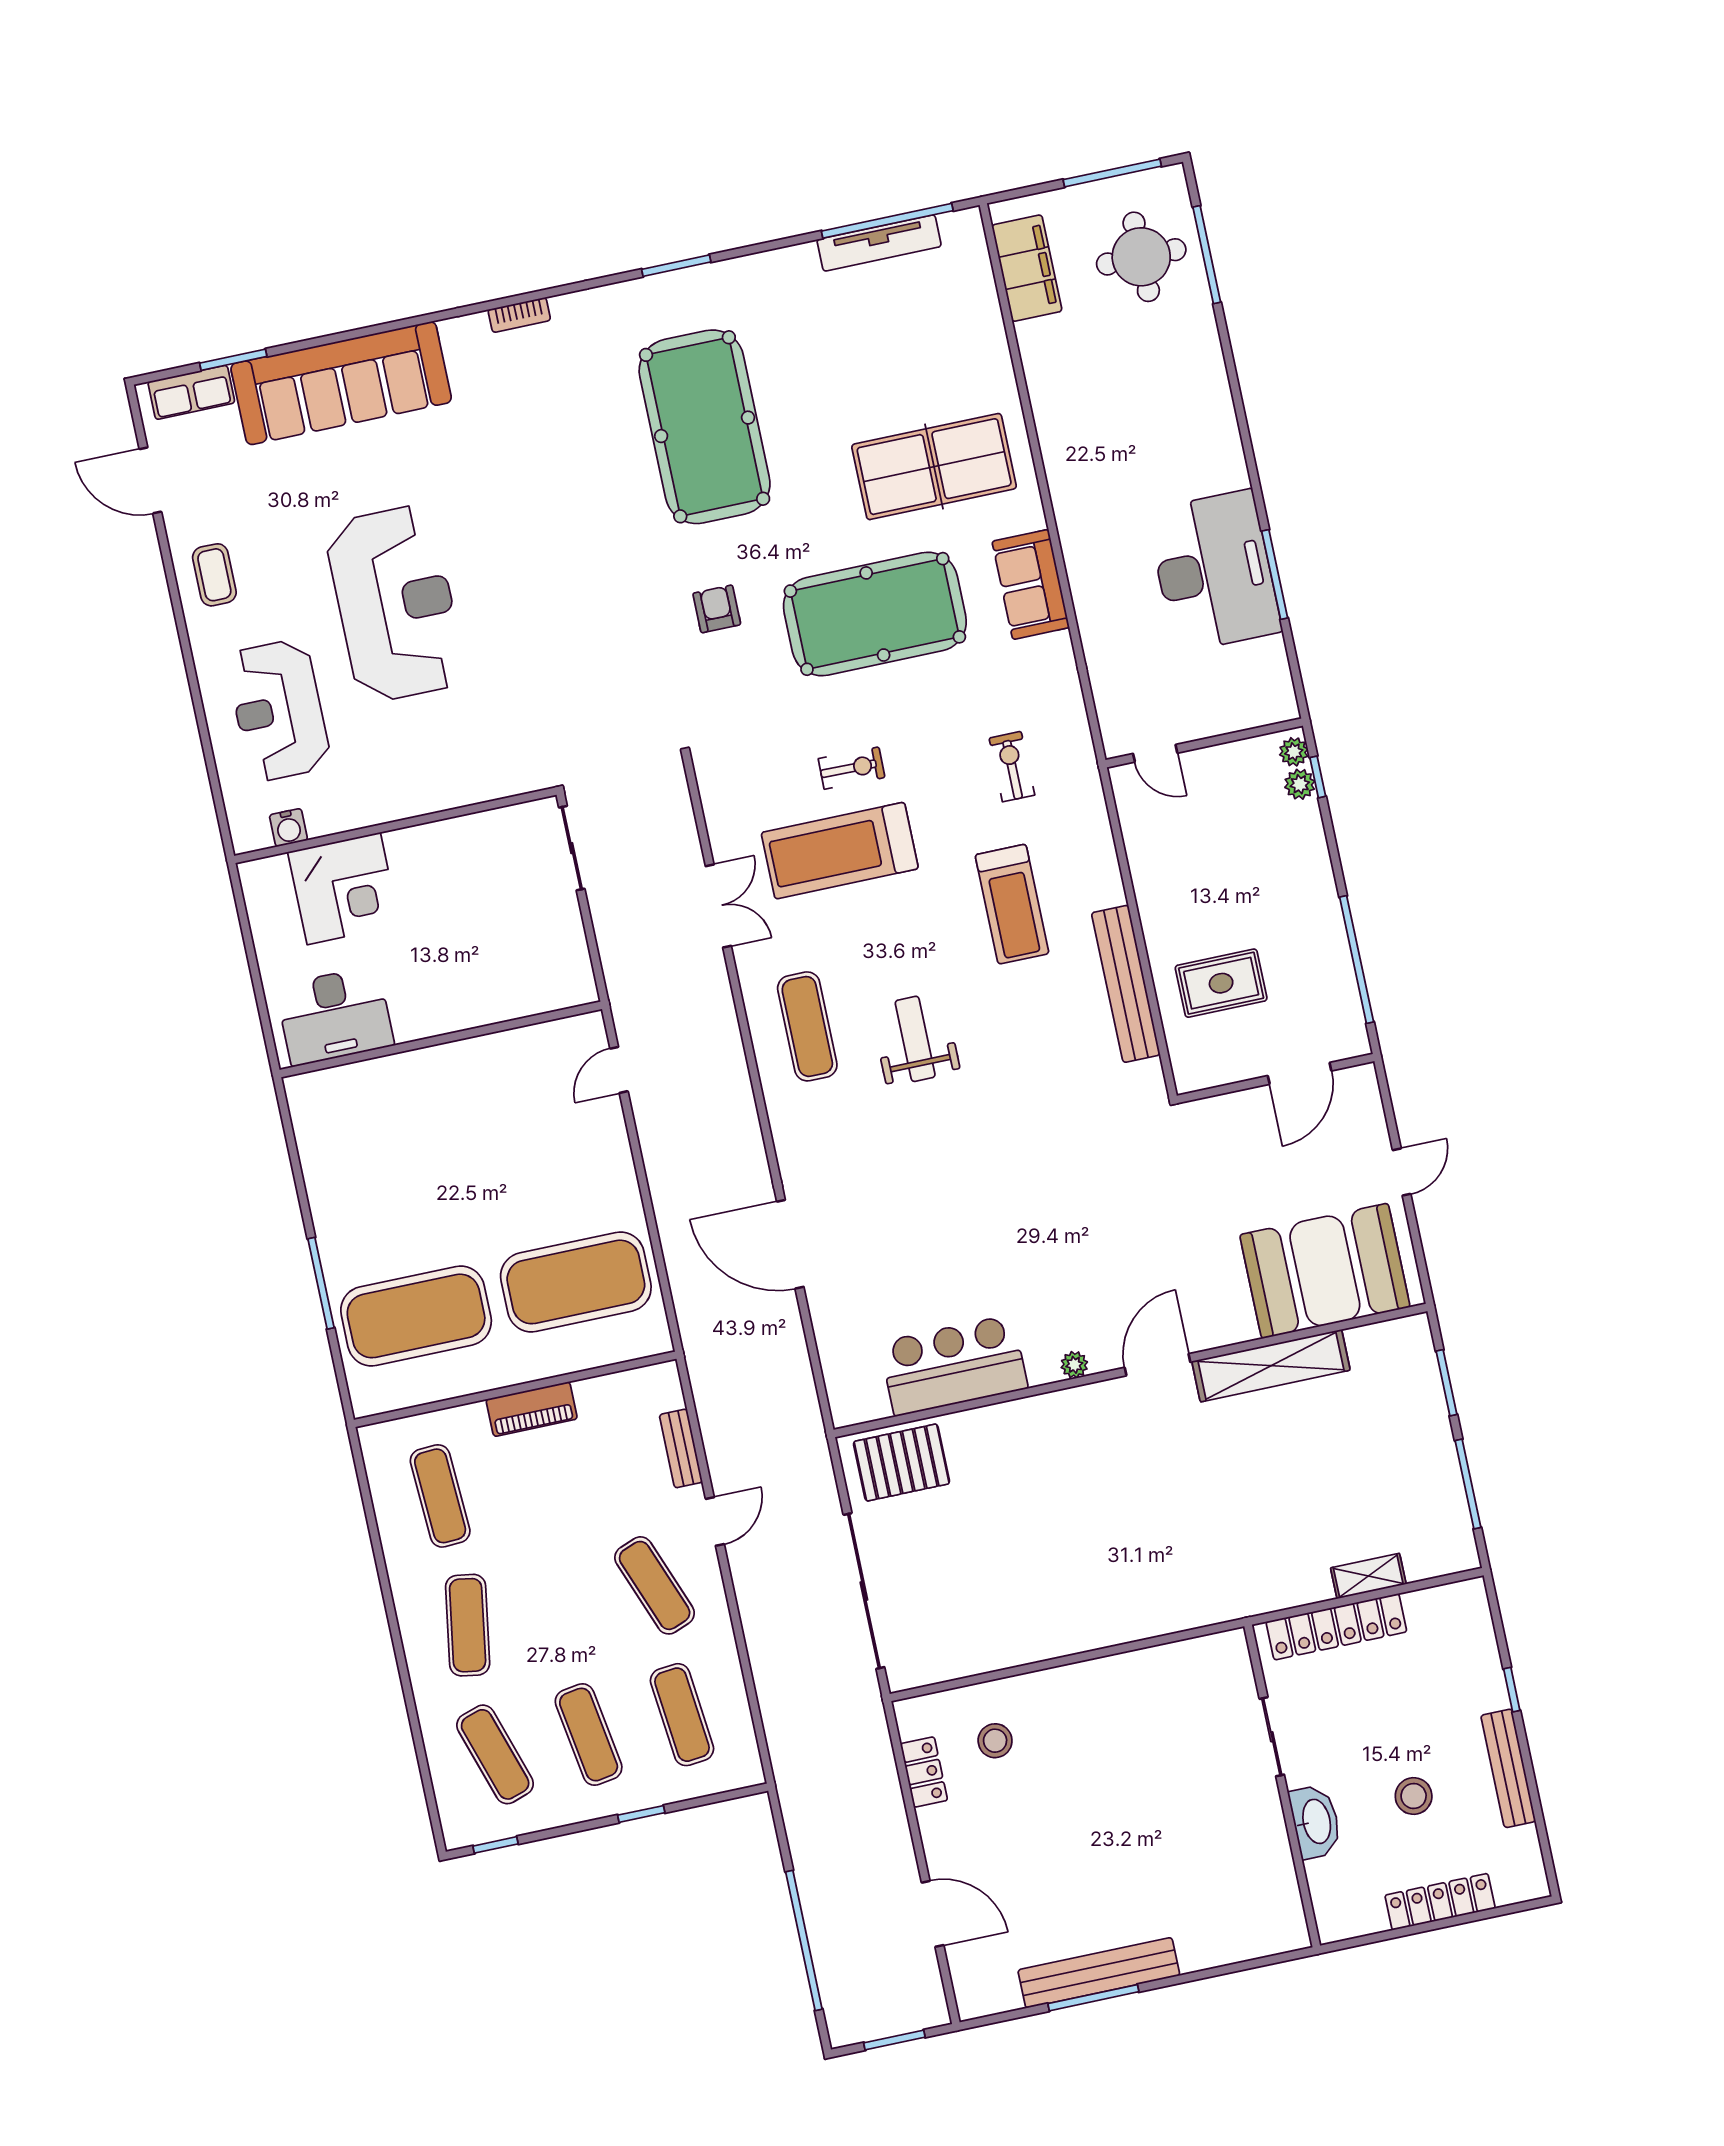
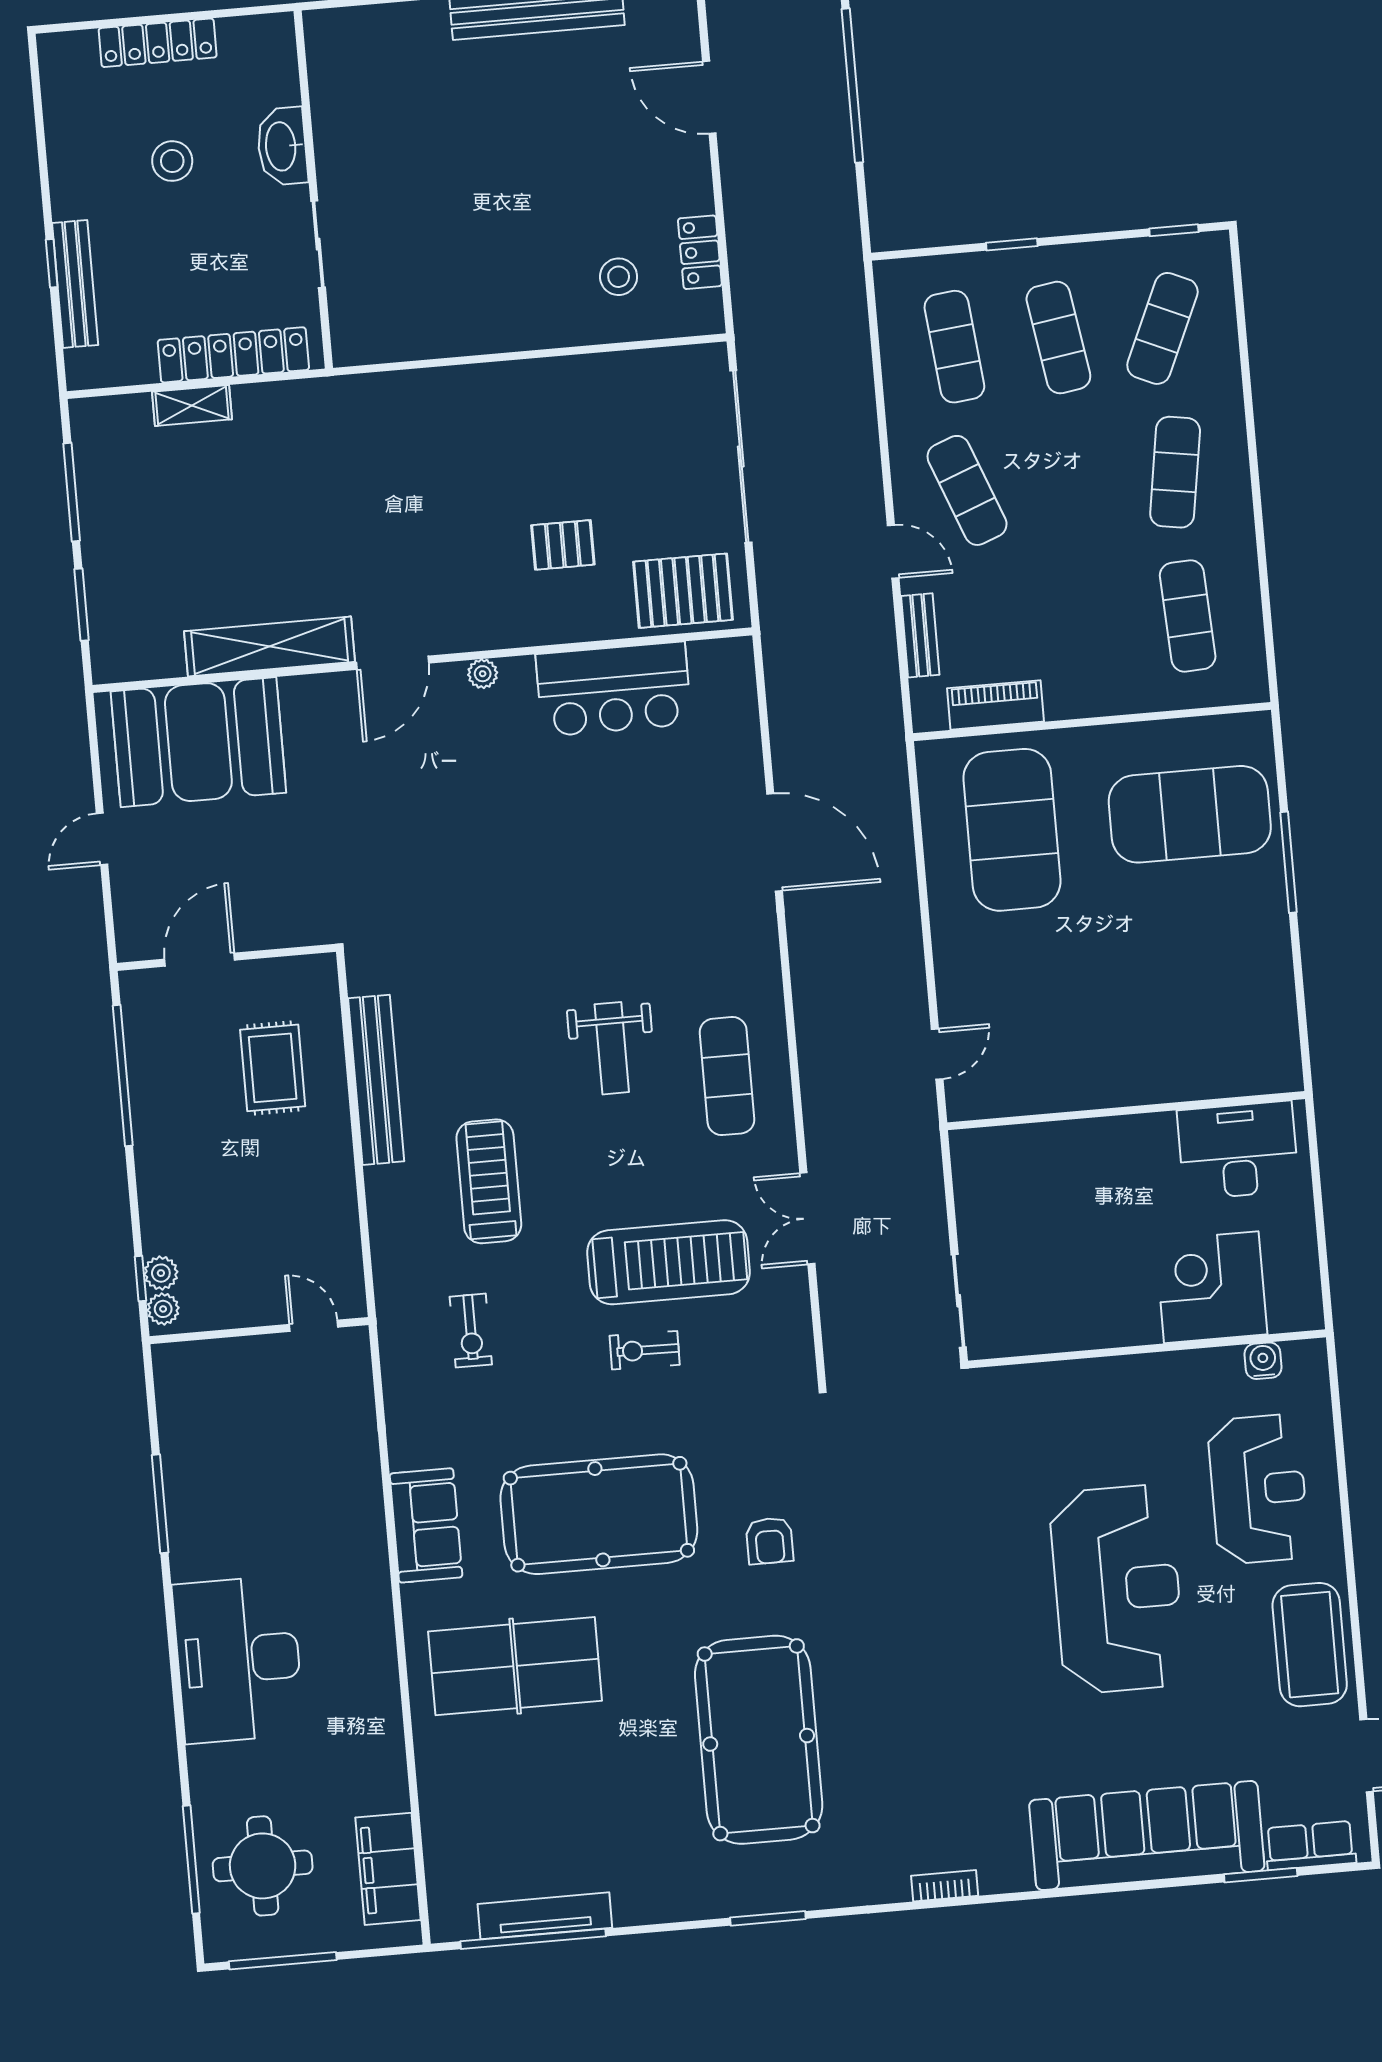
desk: (1214, 571) -> (238, 1659), moved
coffee table: (214, 575) -> (1310, 1645), width x1.86, depth x1.72
reception desk: (395, 604) -> (1117, 1589), turned 180
rug: (1221, 983) -> (273, 1068), turned 90
exercise mat: (576, 1282) -> (1012, 830), turned 90
piano: (532, 1409) -> (995, 705), moved
pallet: (1016, 1491) -> (563, 545), added
door: (715, 1522) -> (893, 552), swing flipped
exercise mat: (495, 1754) -> (1162, 328), turned 42
bench: (1508, 1768) -> (75, 284), moved

